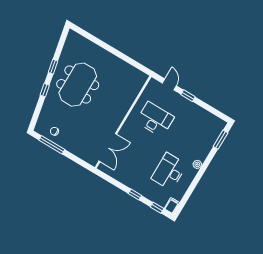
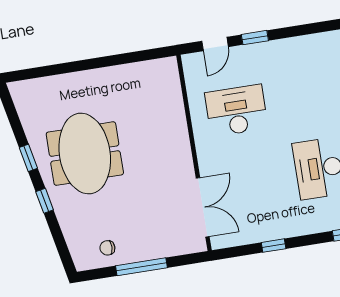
door: (169, 84) -> (215, 44), swing flipped
window: (52, 145) -> (141, 267), moved
window: (135, 195) -> (274, 246), moved

